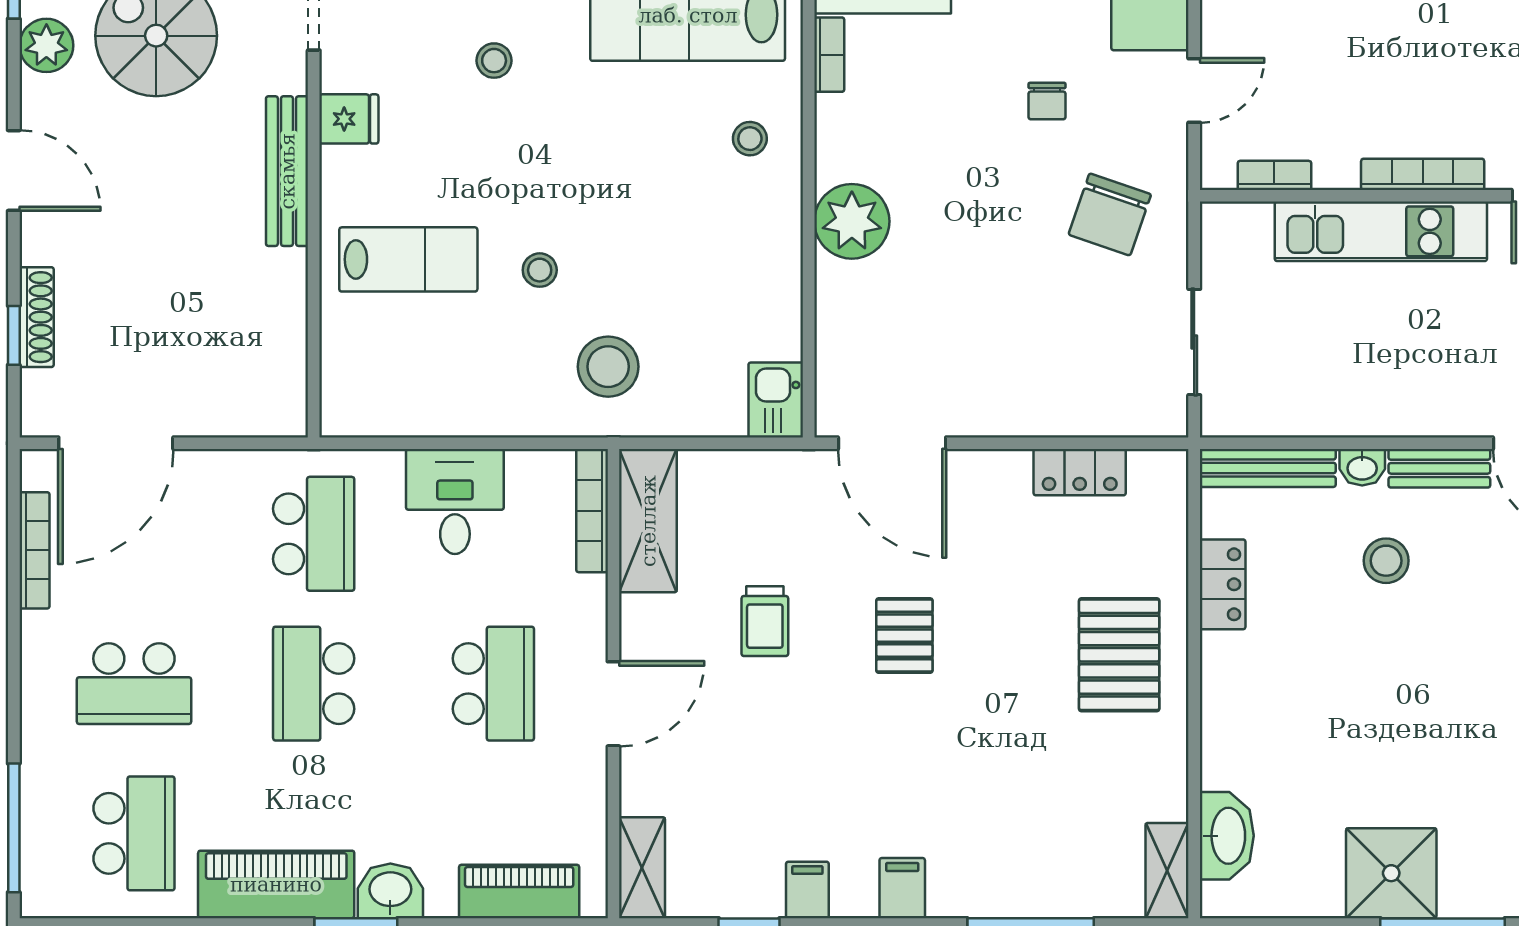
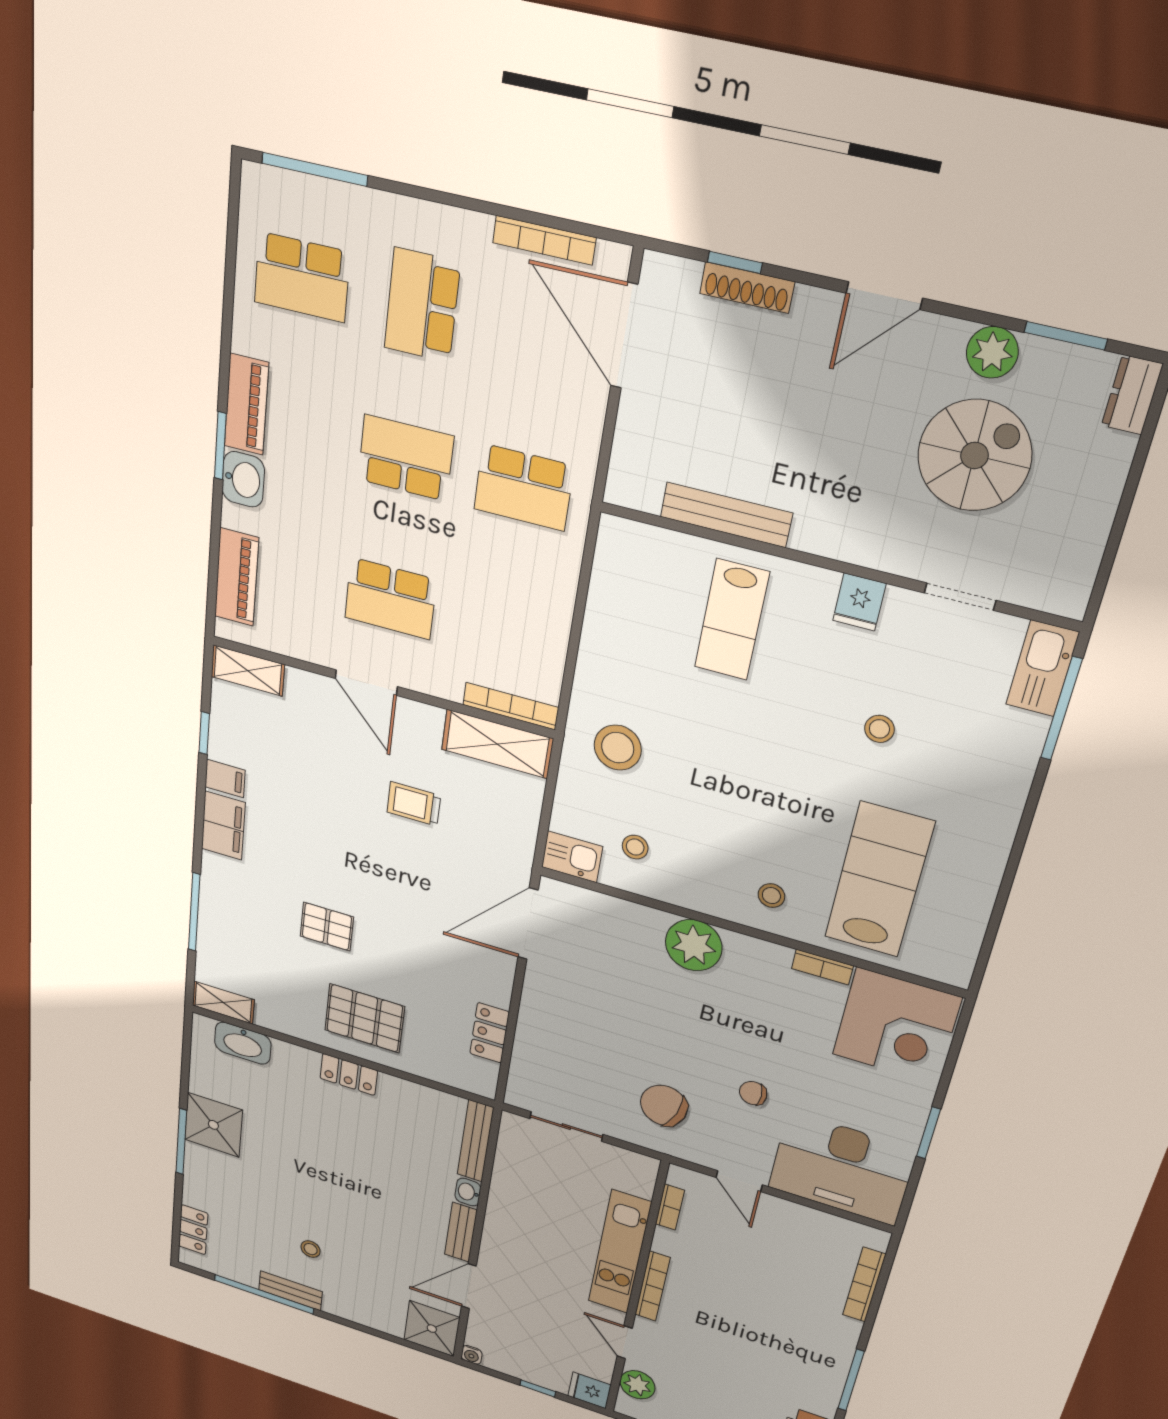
bench: (287, 171) -> (726, 515), moved
stool: (540, 270) -> (635, 847), moved
desk: (455, 502) -> (533, 606), removed
stool: (1386, 561) -> (407, 1185), removed
locker: (1223, 584) -> (349, 1074), moved
pallet: (904, 636) -> (327, 927), moved
piano: (276, 884) -> (246, 404), width x0.73, depth x0.75
filing cabinet: (902, 888) -> (223, 826), width x2.00

